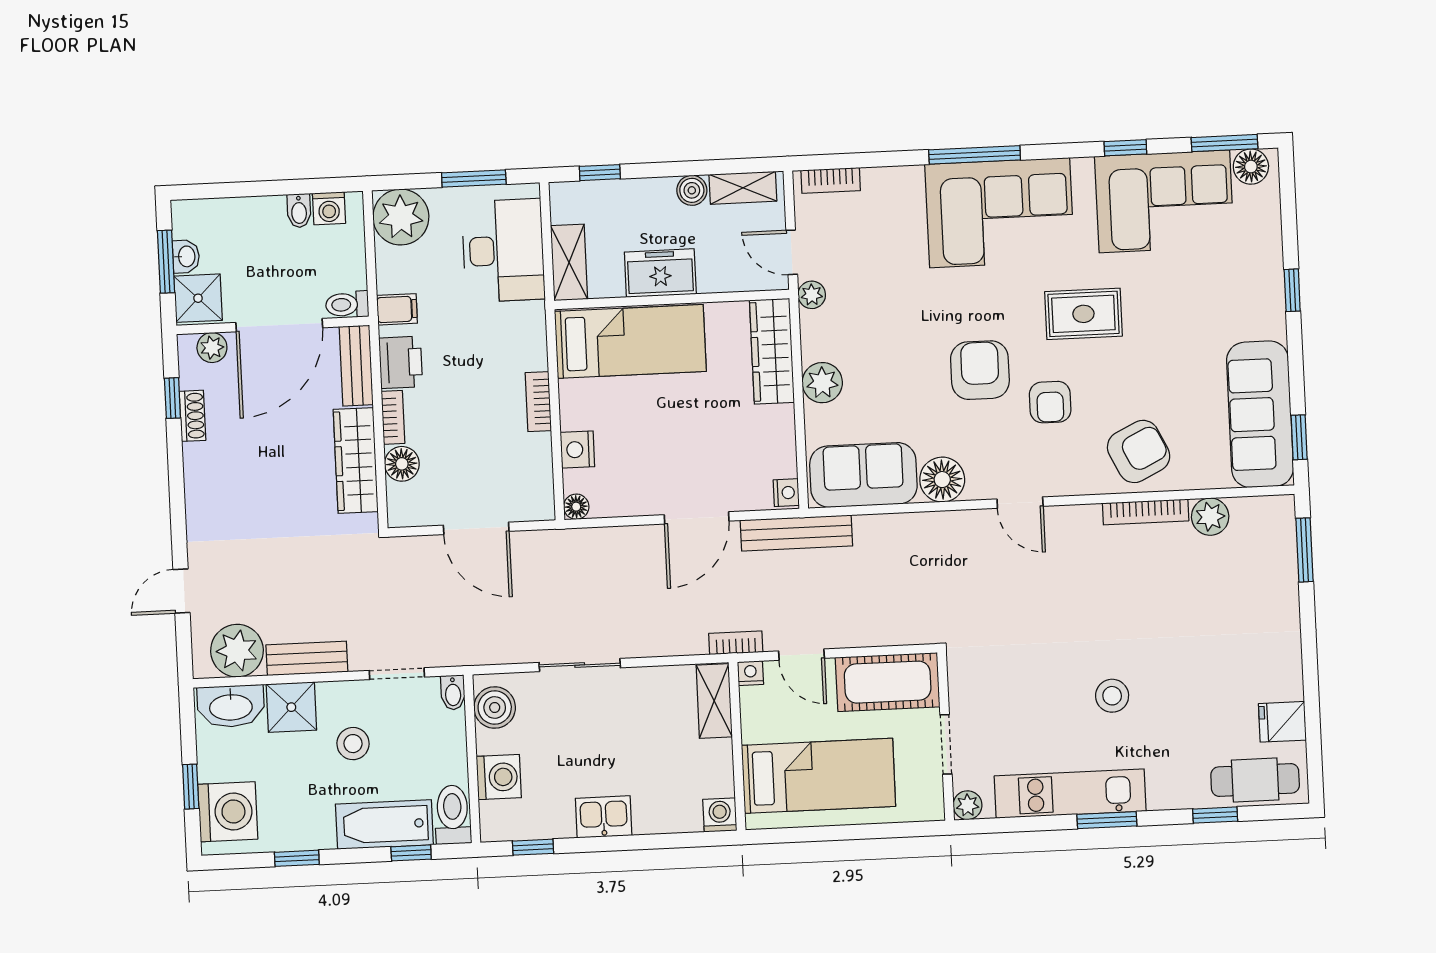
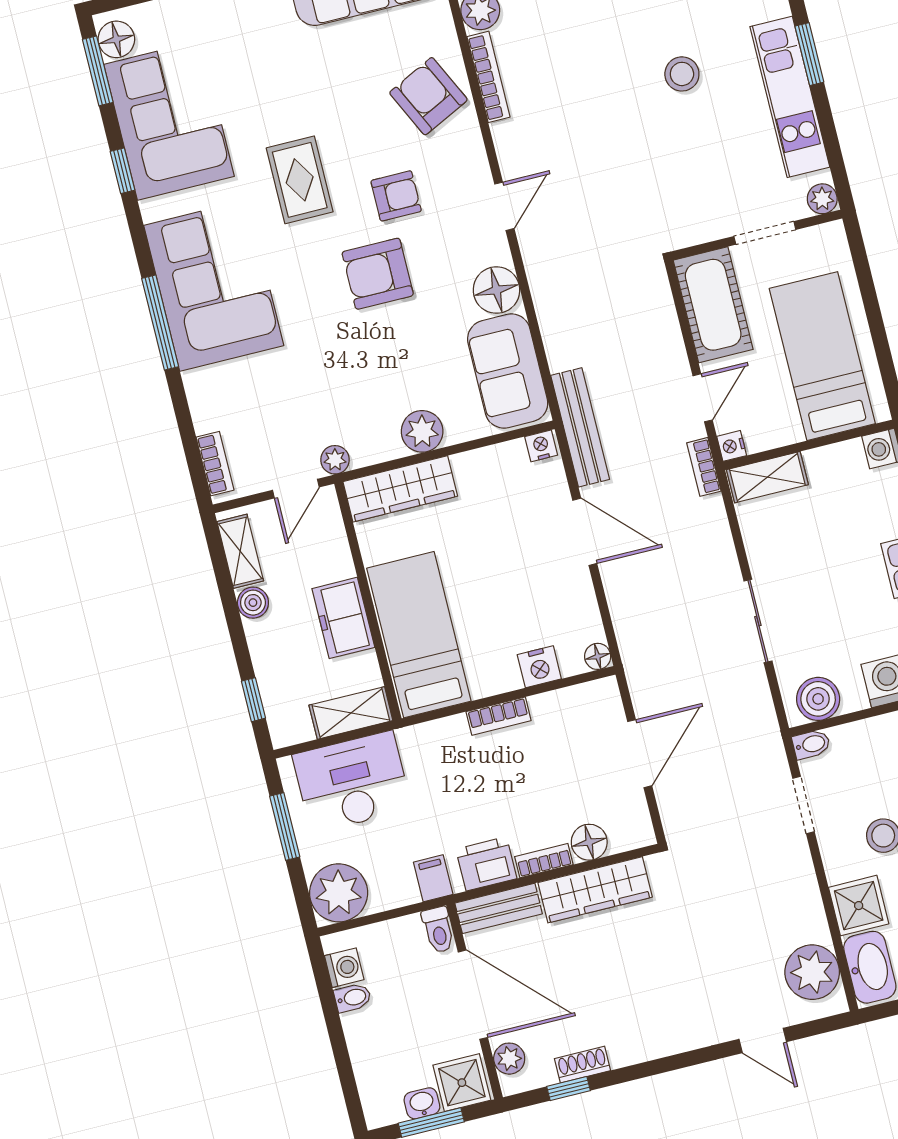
bench: (307, 658) -> (806, 900), removed

